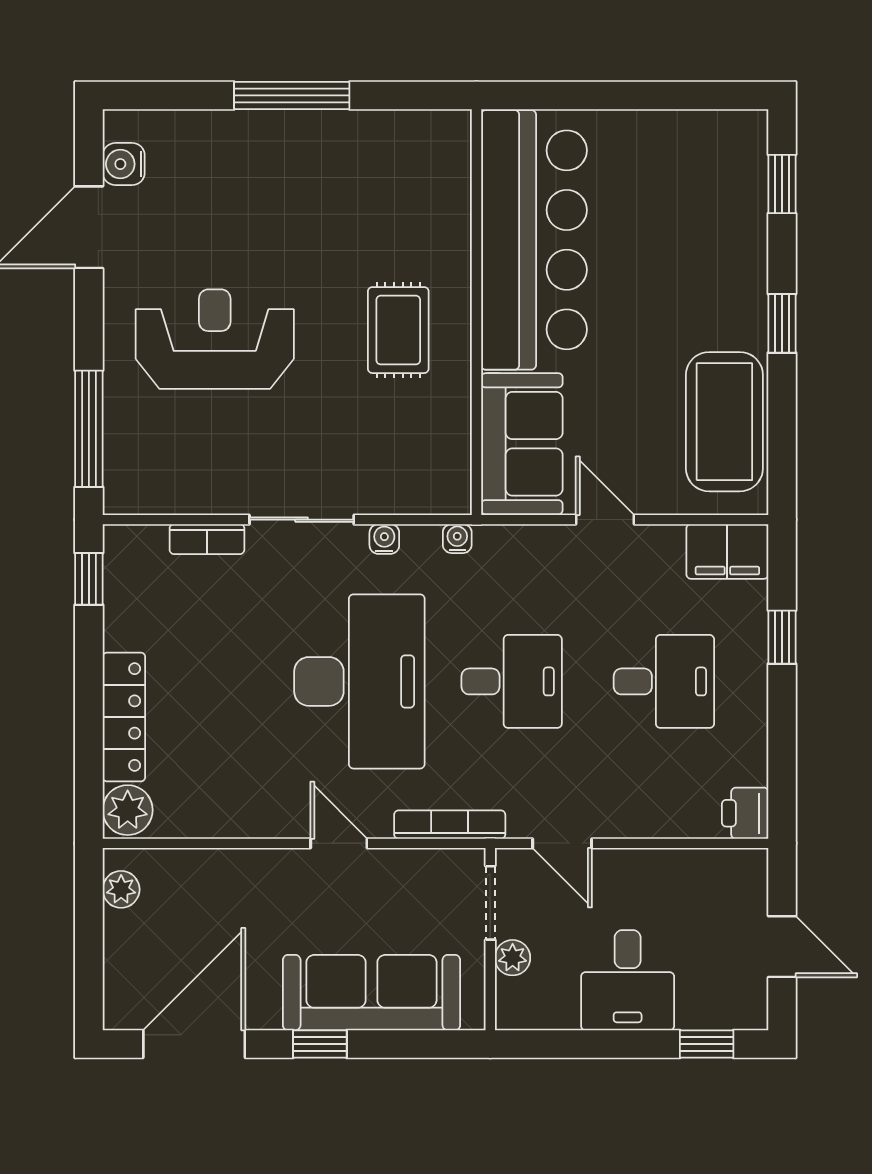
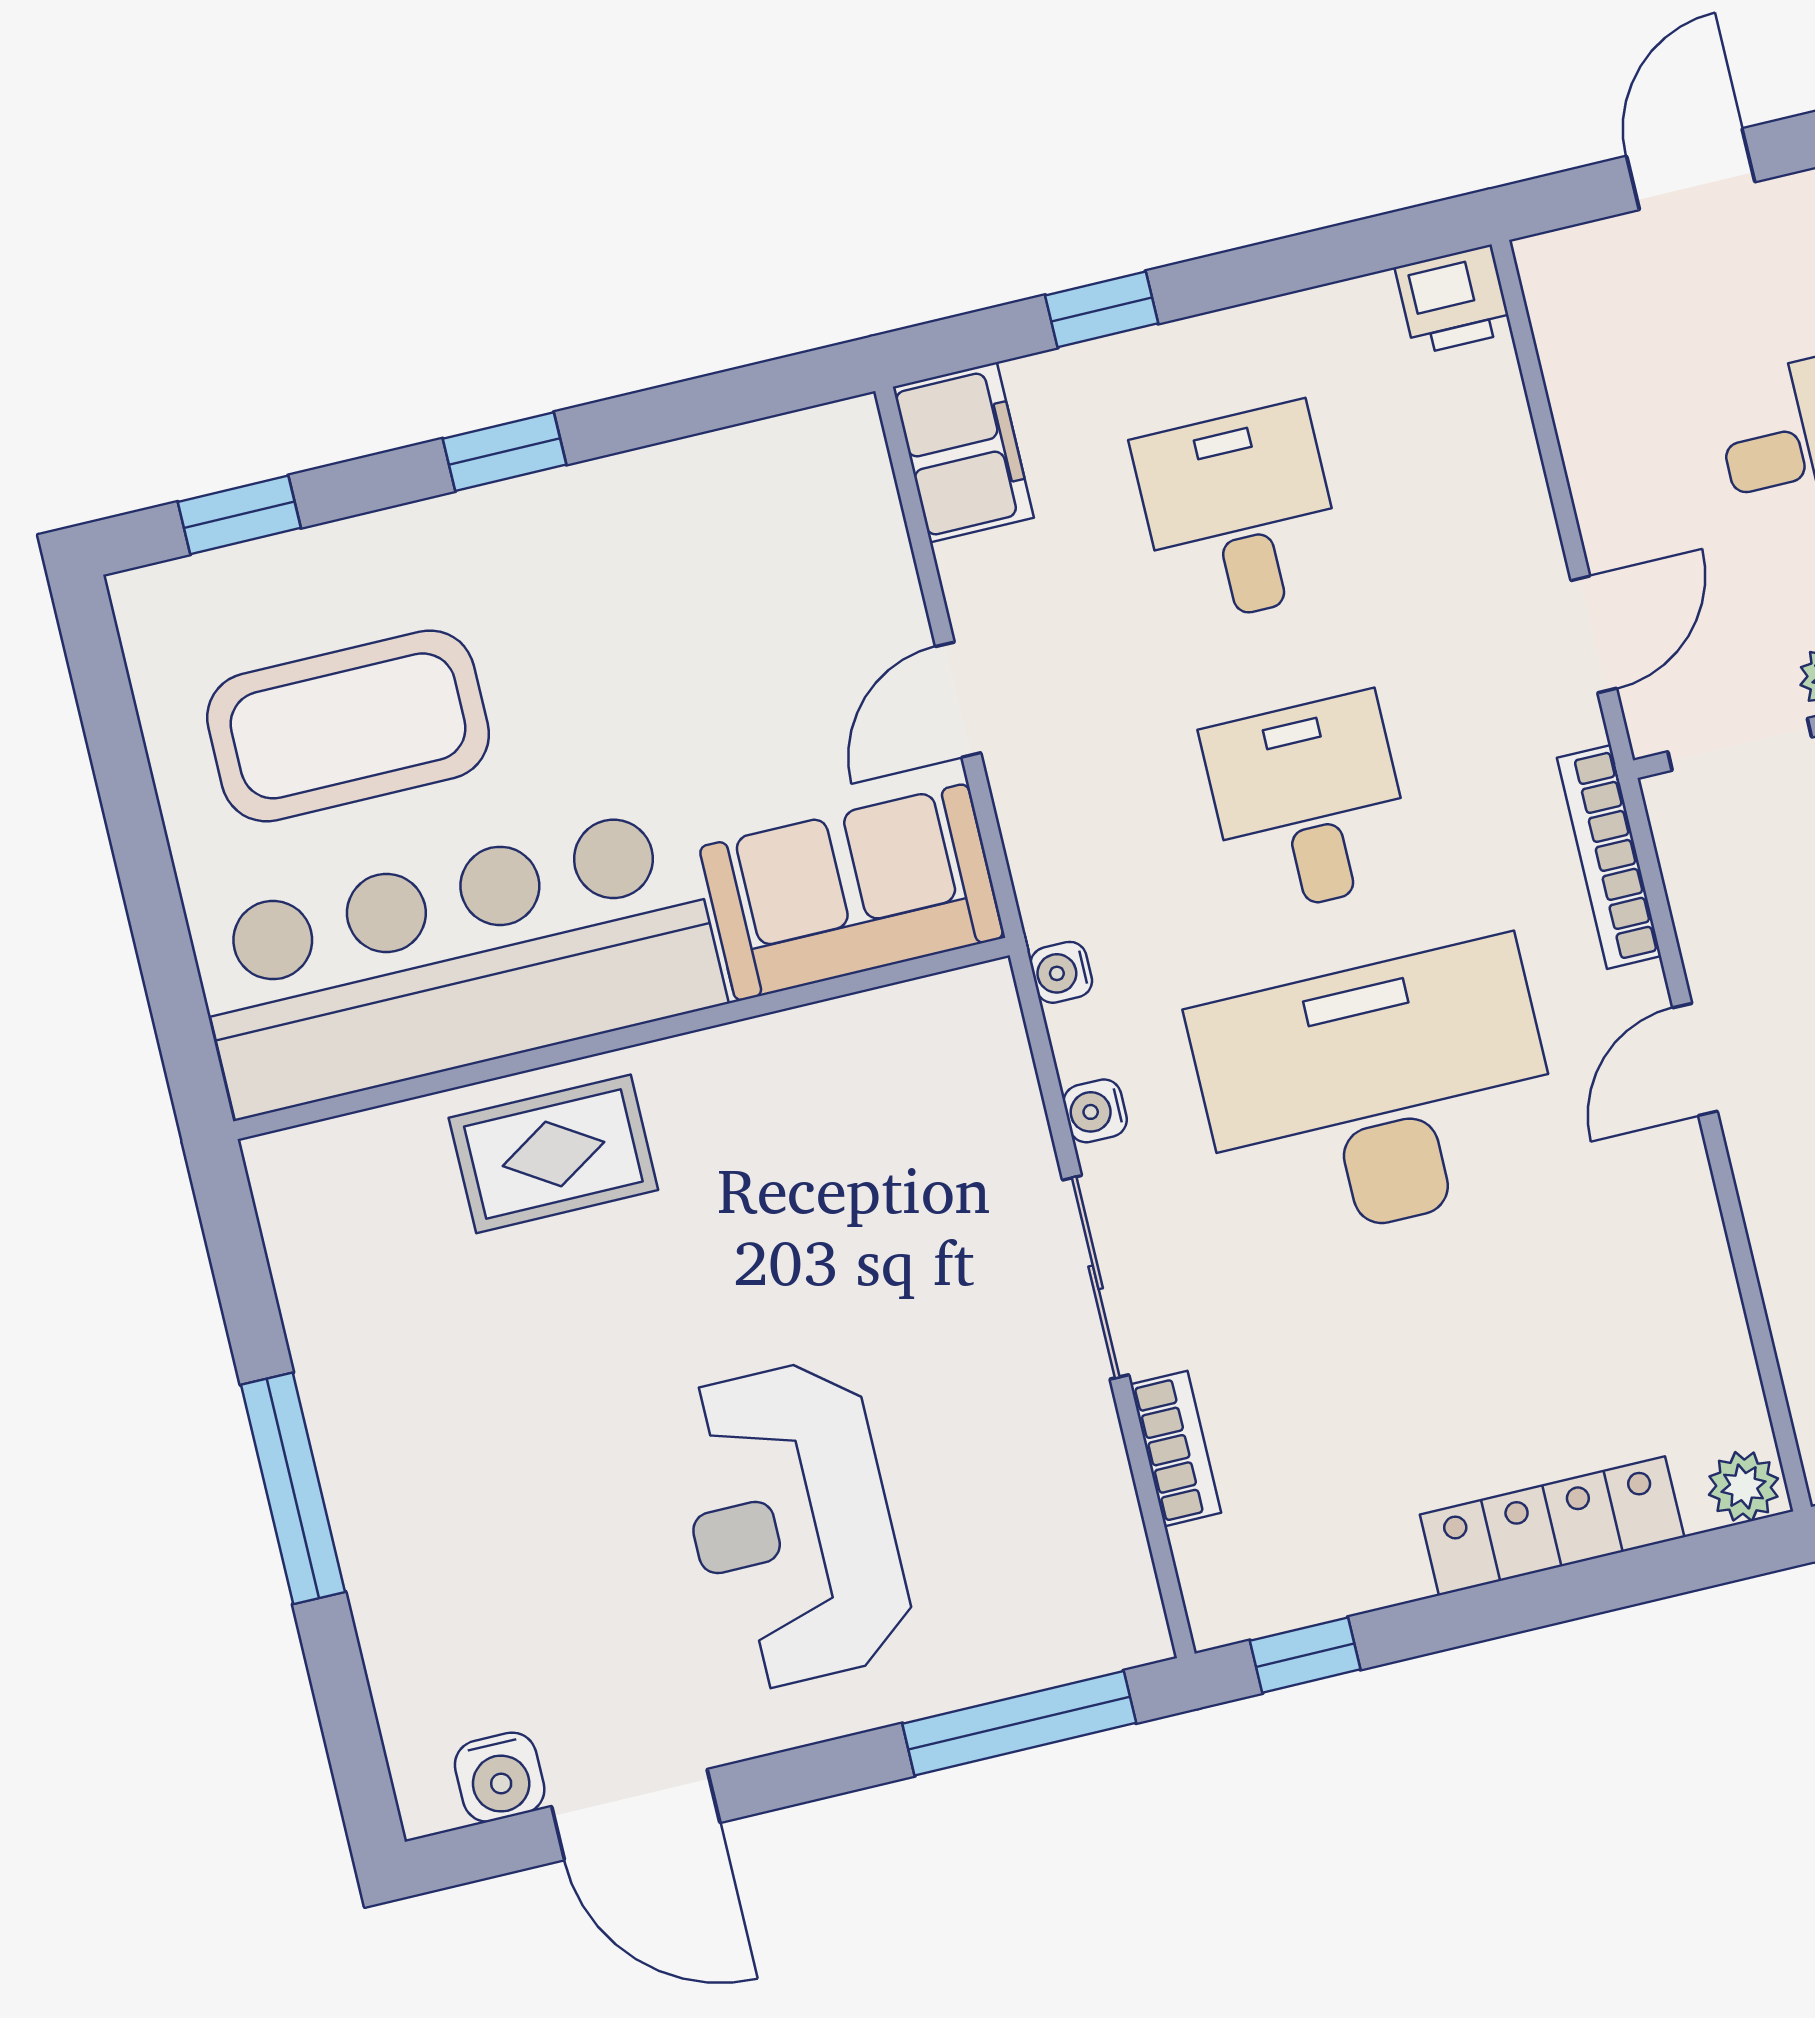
rug: (398, 330) -> (553, 1154), moved
coffee table: (724, 422) -> (348, 726), moved
plant: (128, 810) -> (1744, 1487), width x0.73, depth x0.73

